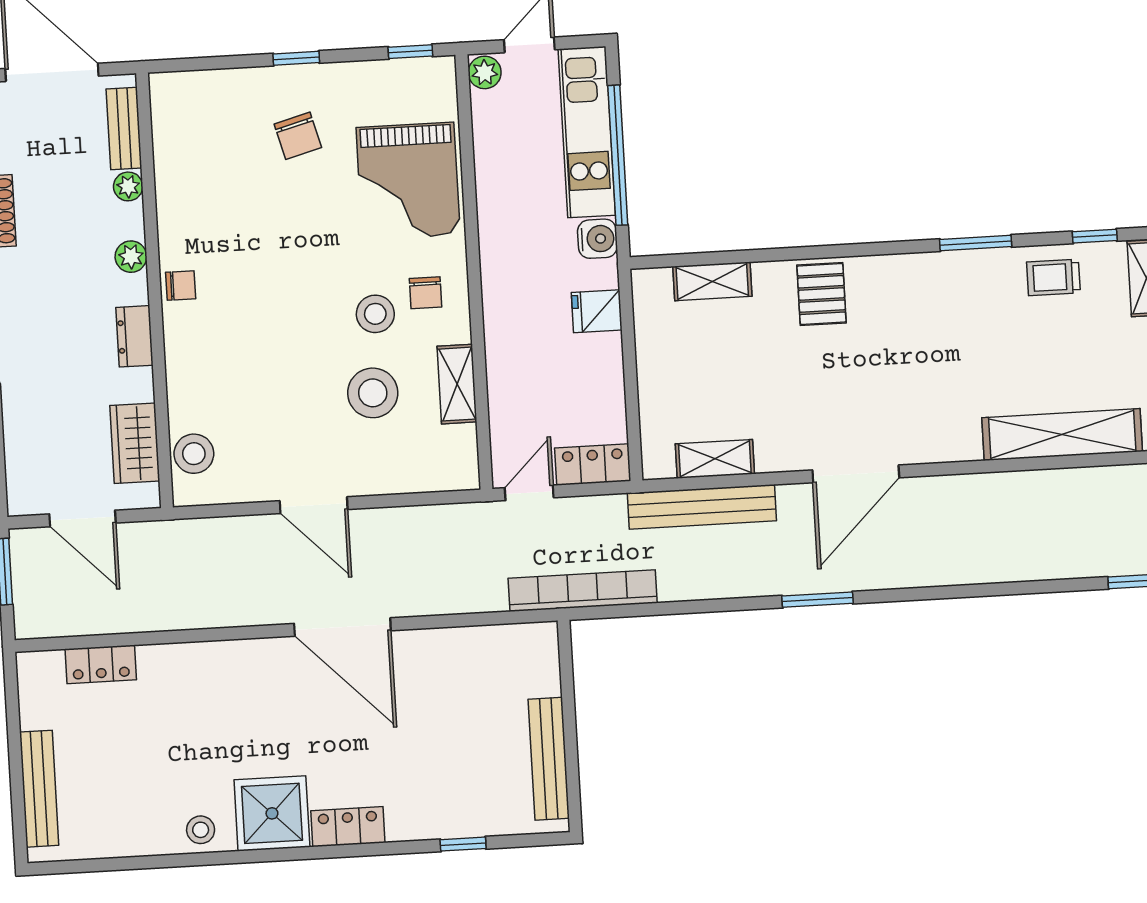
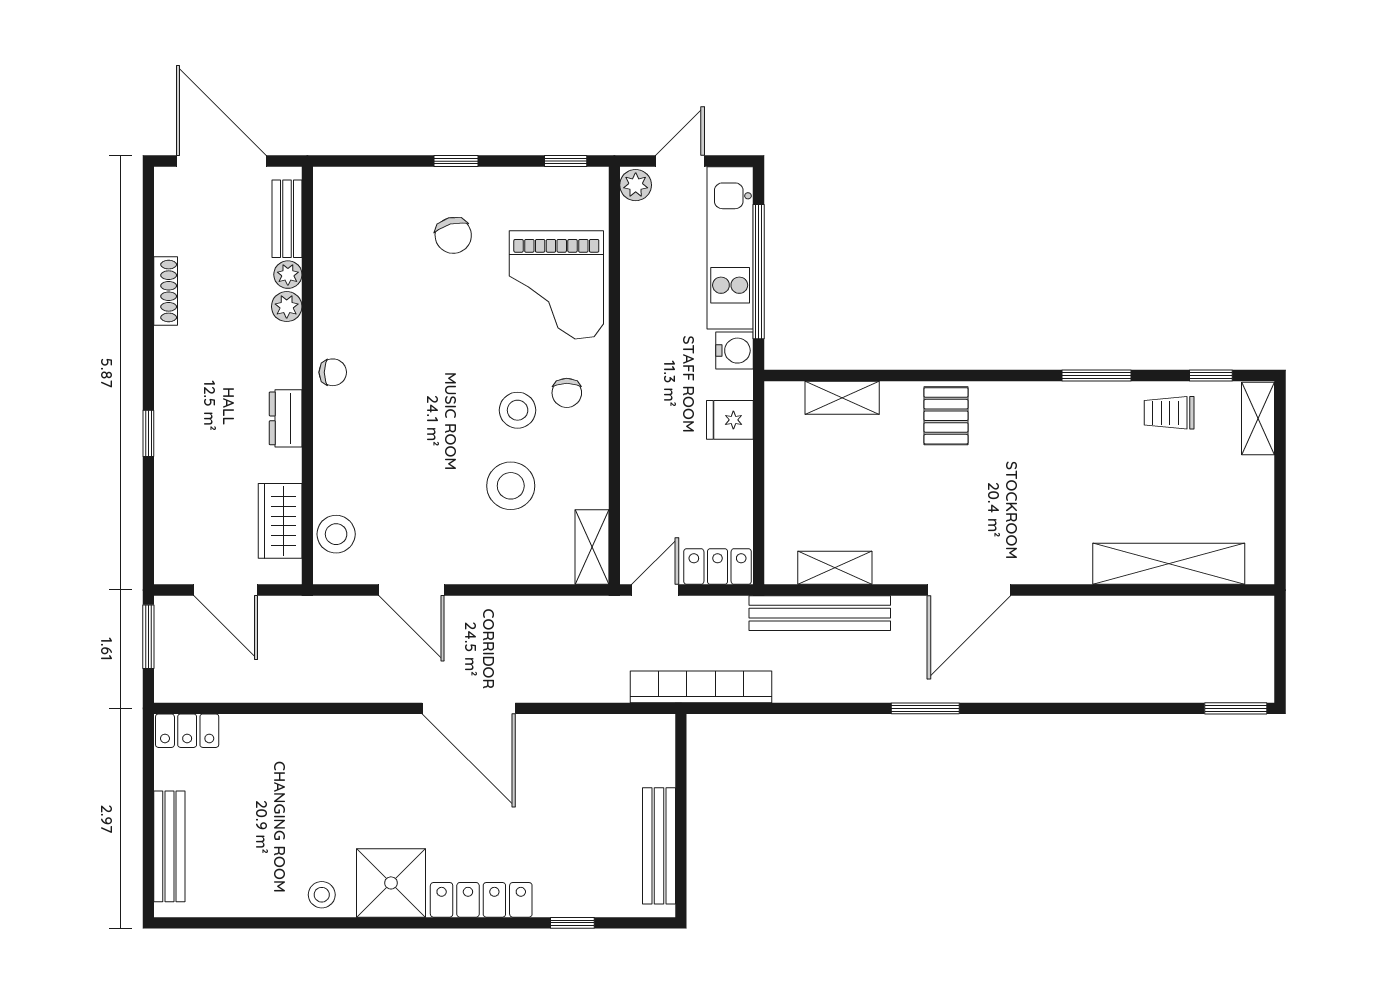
plant: (131, 257) -> (287, 307), moved
shelving: (457, 384) -> (592, 547), moved
door: (314, 505) -> (411, 590), moved
locker: (101, 664) -> (187, 731), moved
locker: (348, 827) -> (481, 900), width x1.53

